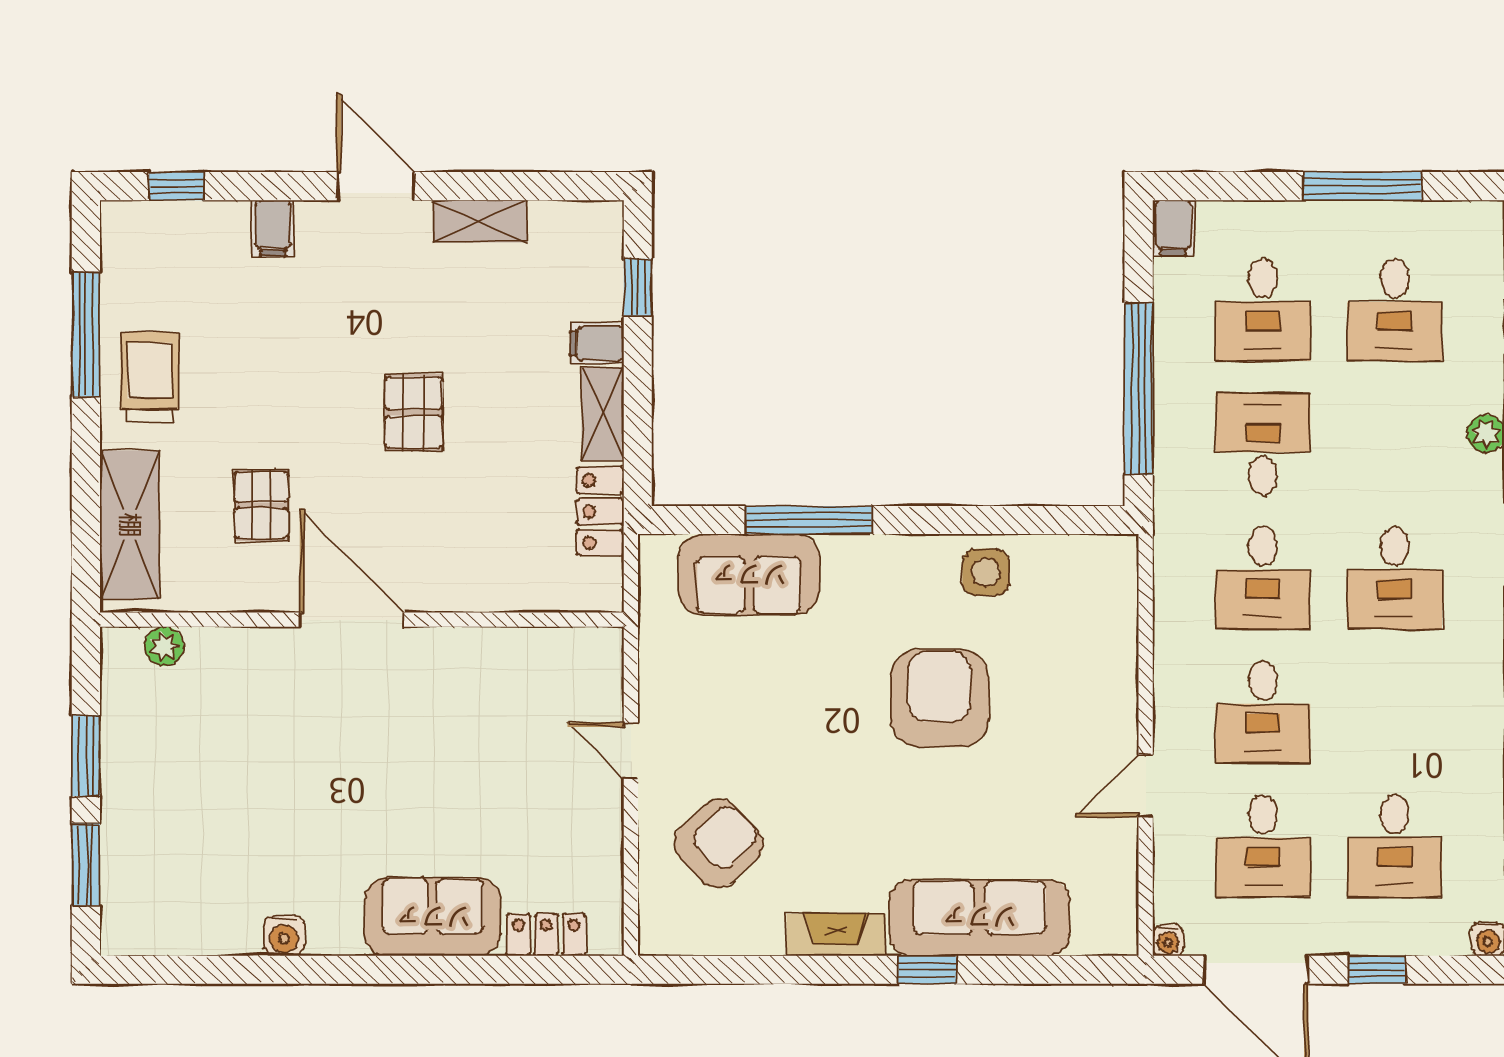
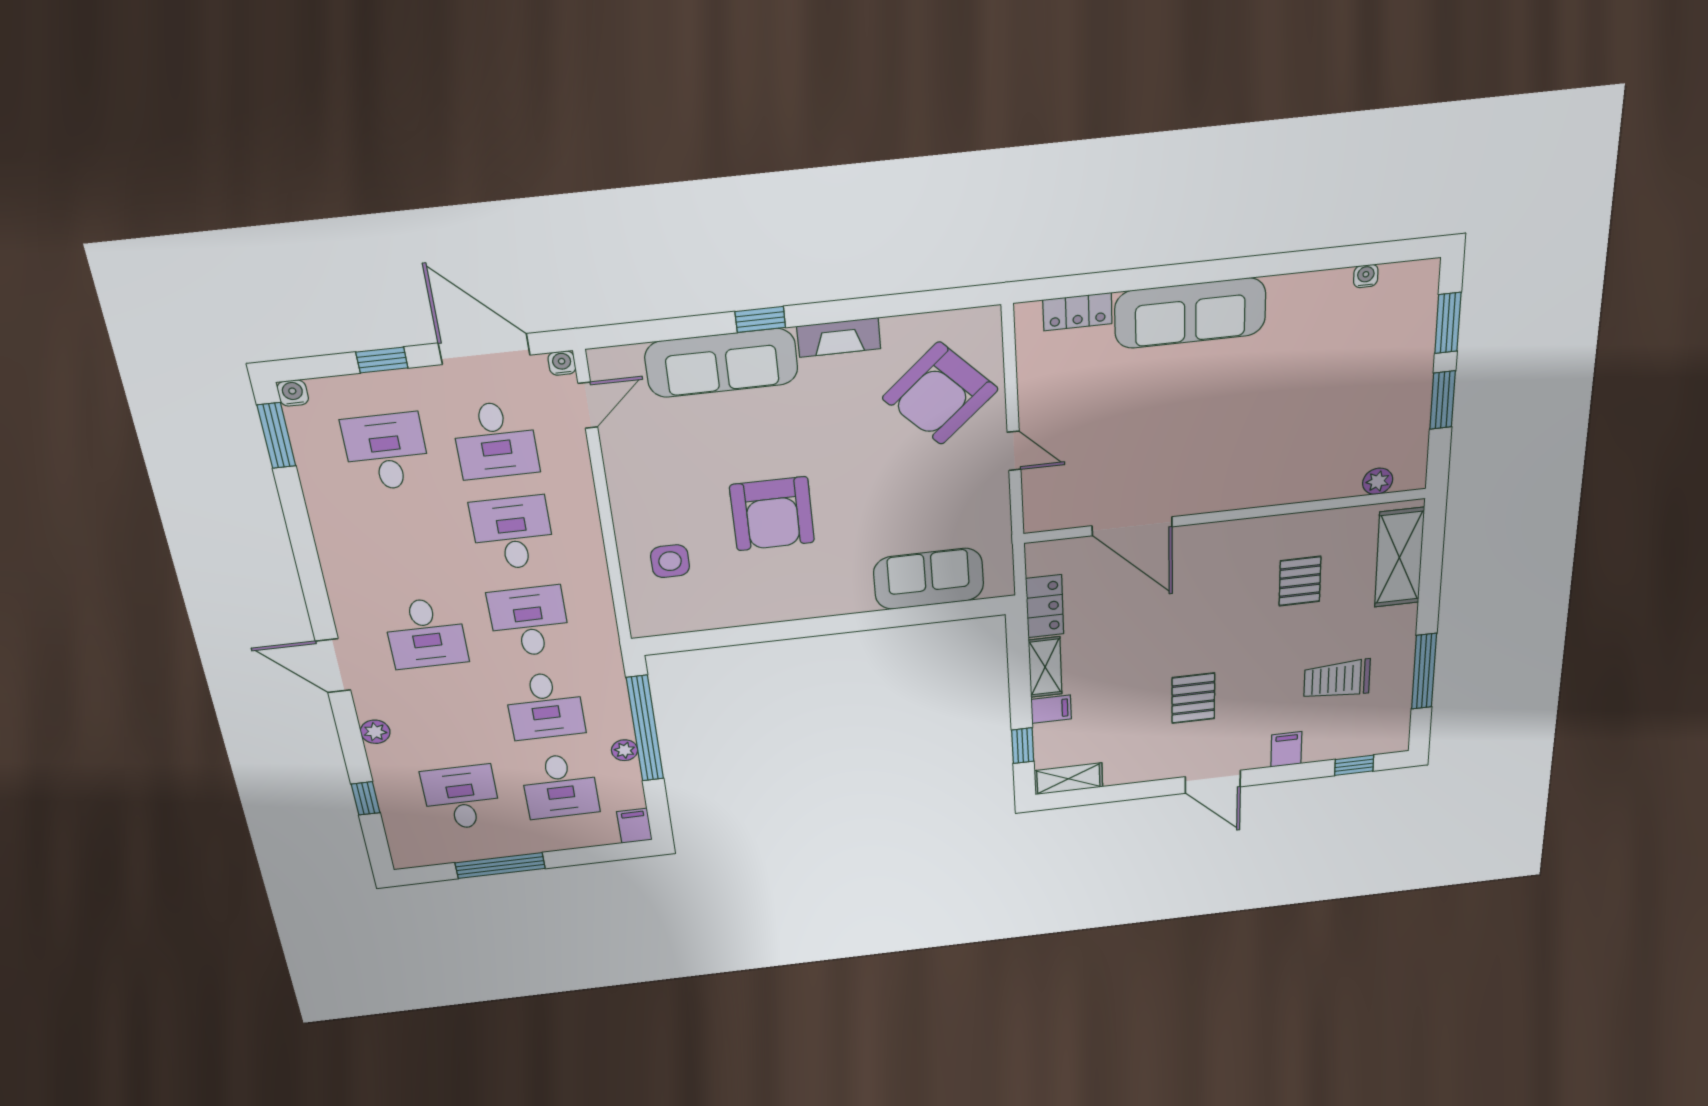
shelving: (480, 221) -> (1068, 779), moved
desk: (1263, 310) -> (560, 786), turned 180
plant: (1170, 357) -> (625, 750), added
trolley: (150, 377) -> (1337, 679), moved, turned 90
pallet: (414, 413) -> (1193, 698), moved
window: (809, 520) -> (886, 619), removed
side table: (986, 572) -> (670, 561), moved
desk: (1395, 578) -> (426, 633), turned 180
door: (352, 620) -> (1132, 526), moved
door: (1146, 786) -> (588, 405), moved
armchair: (718, 843) -> (940, 393), width x1.36, depth x1.36
desk: (1263, 846) -> (495, 440), turned 180
sofa: (433, 917) -> (1190, 313), width x1.36
water cooler: (284, 935) -> (1366, 276), moved, width x0.72, depth x0.72

